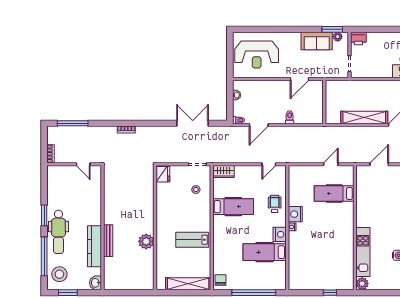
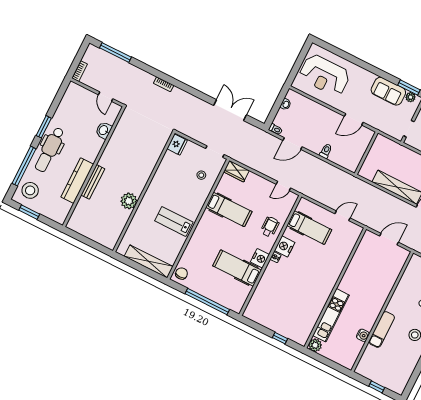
hospital bed: (334, 193) -> (309, 228), moved, turned 180
washbasin: (96, 283) -> (104, 130), moved

